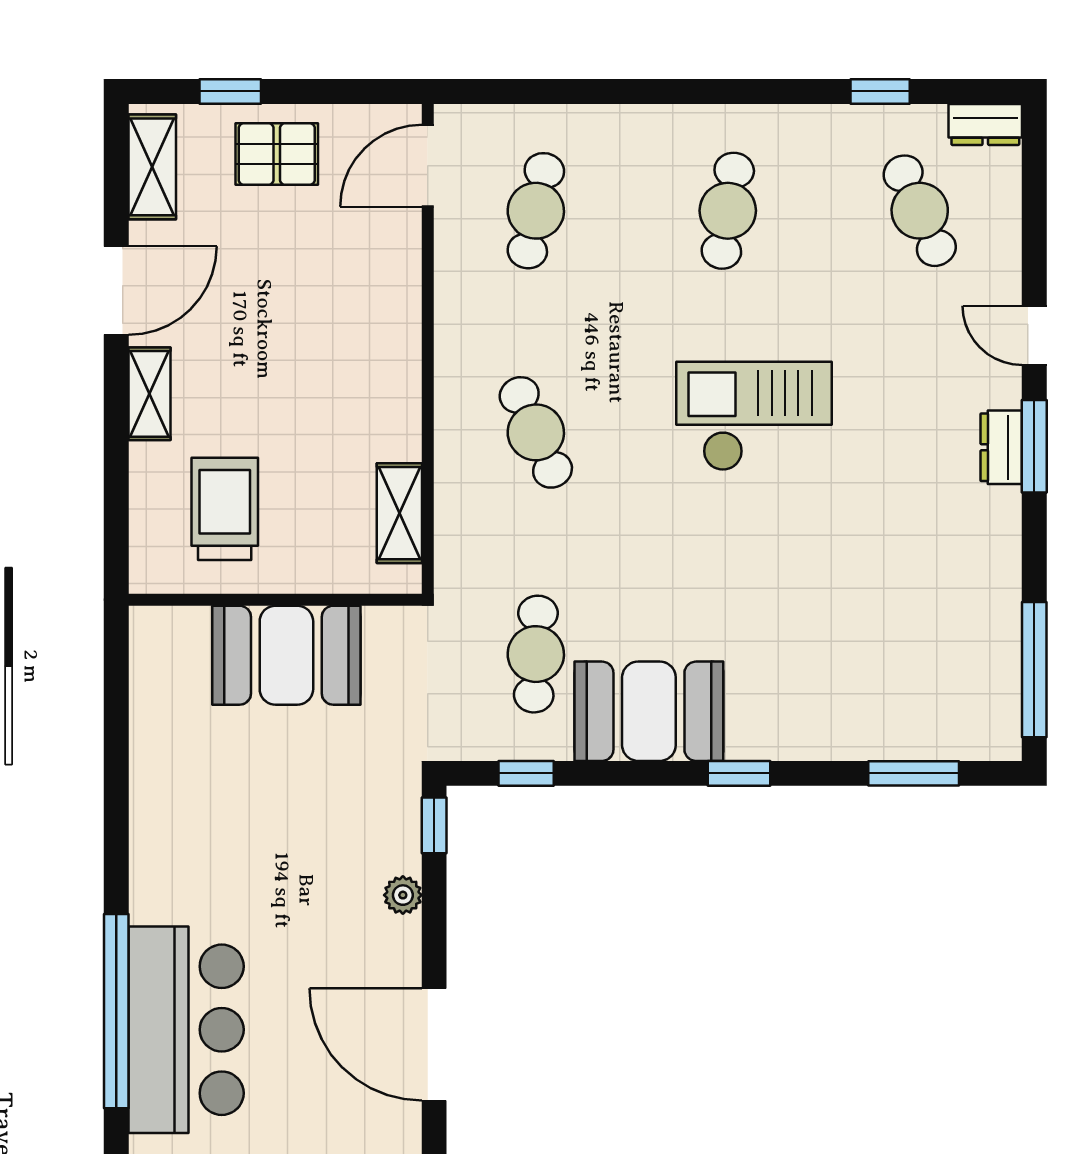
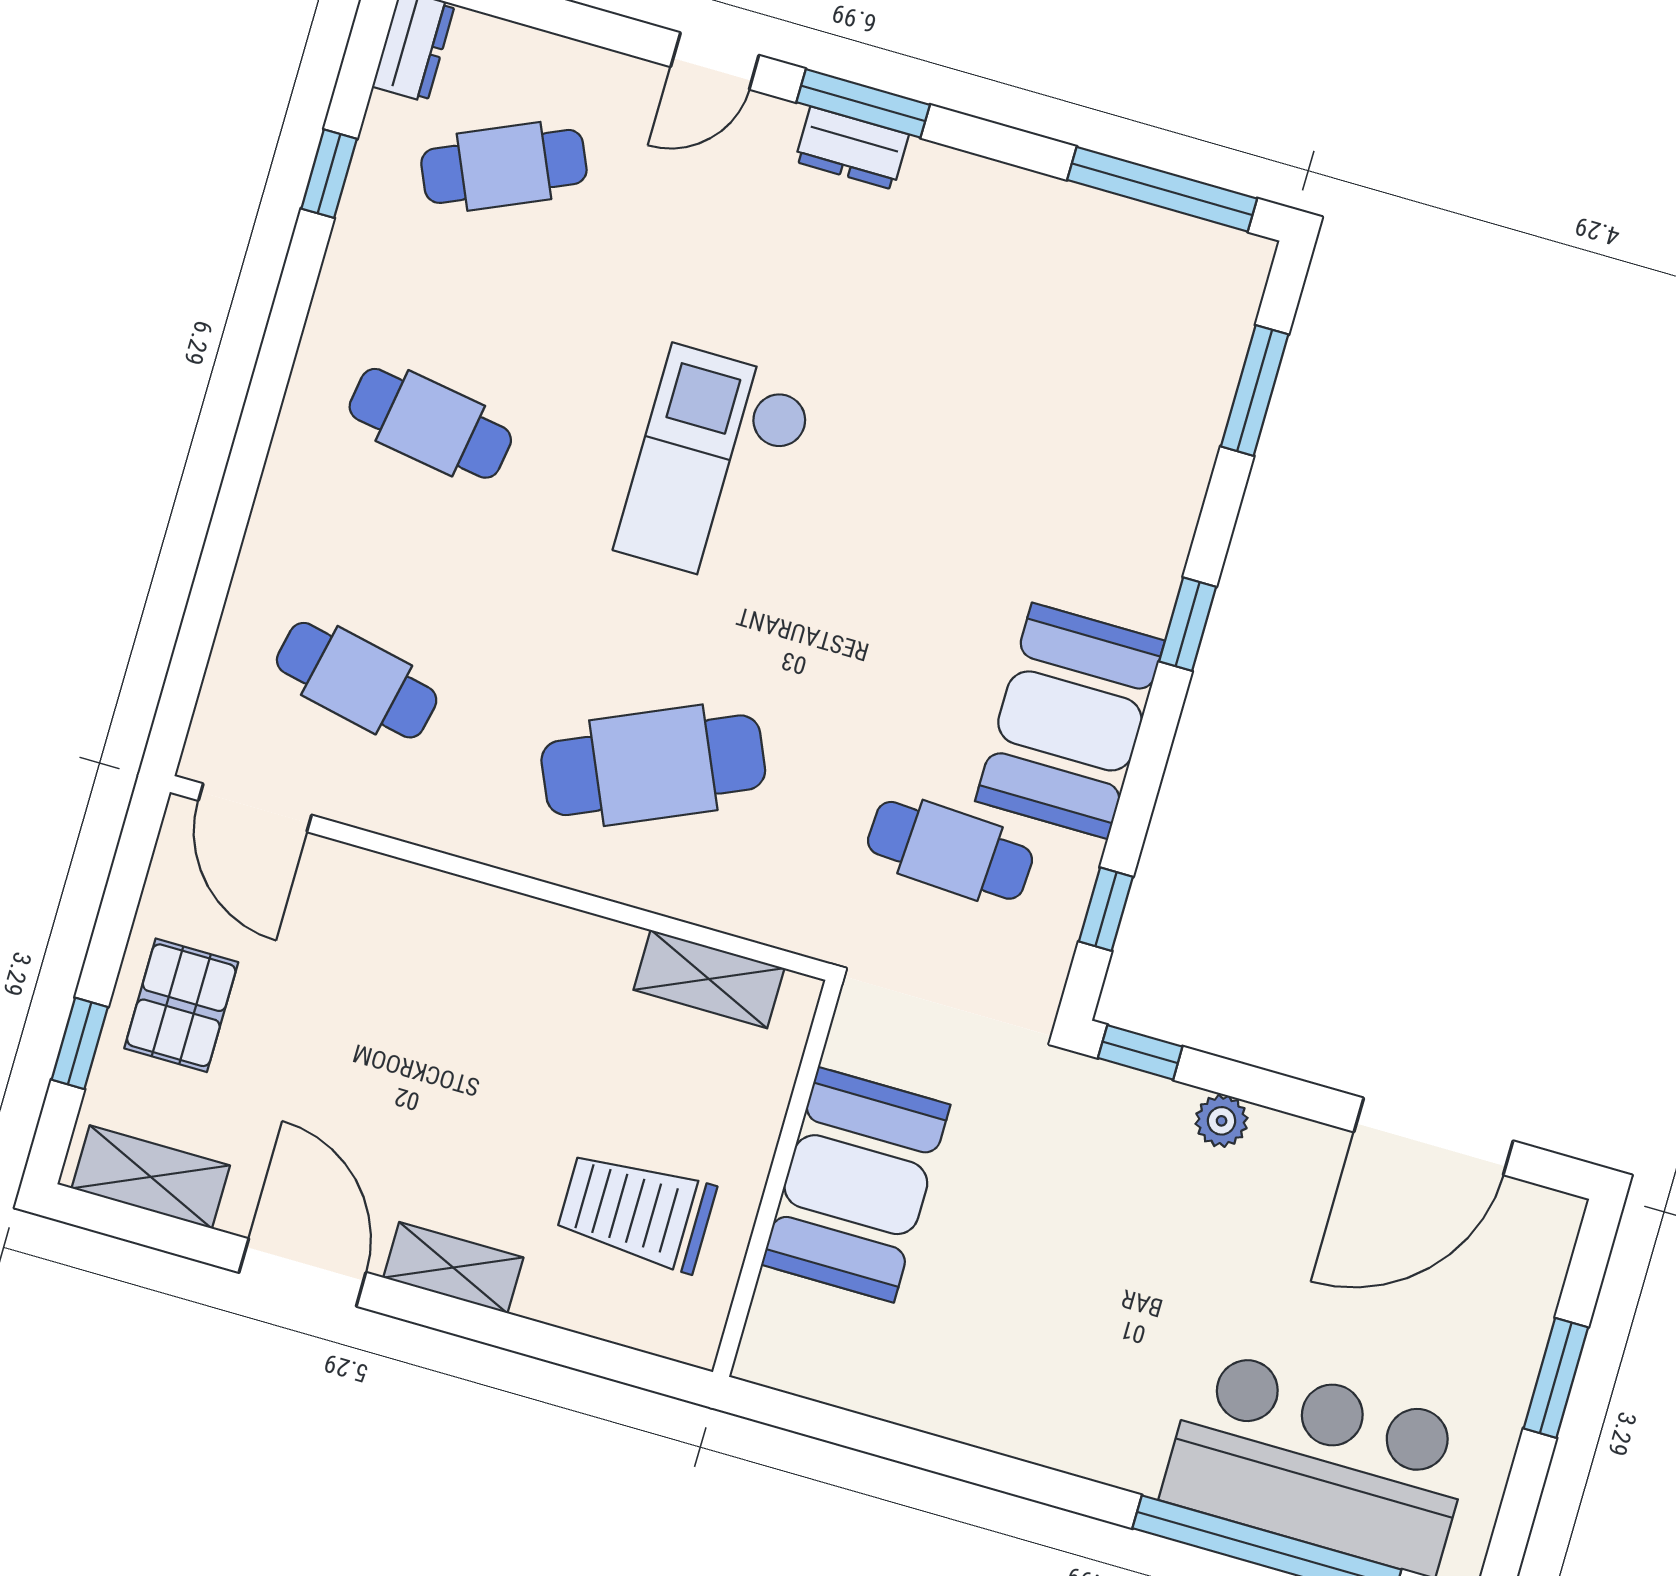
cafe table: (536, 432) -> (653, 765), width x1.37, depth x1.35

